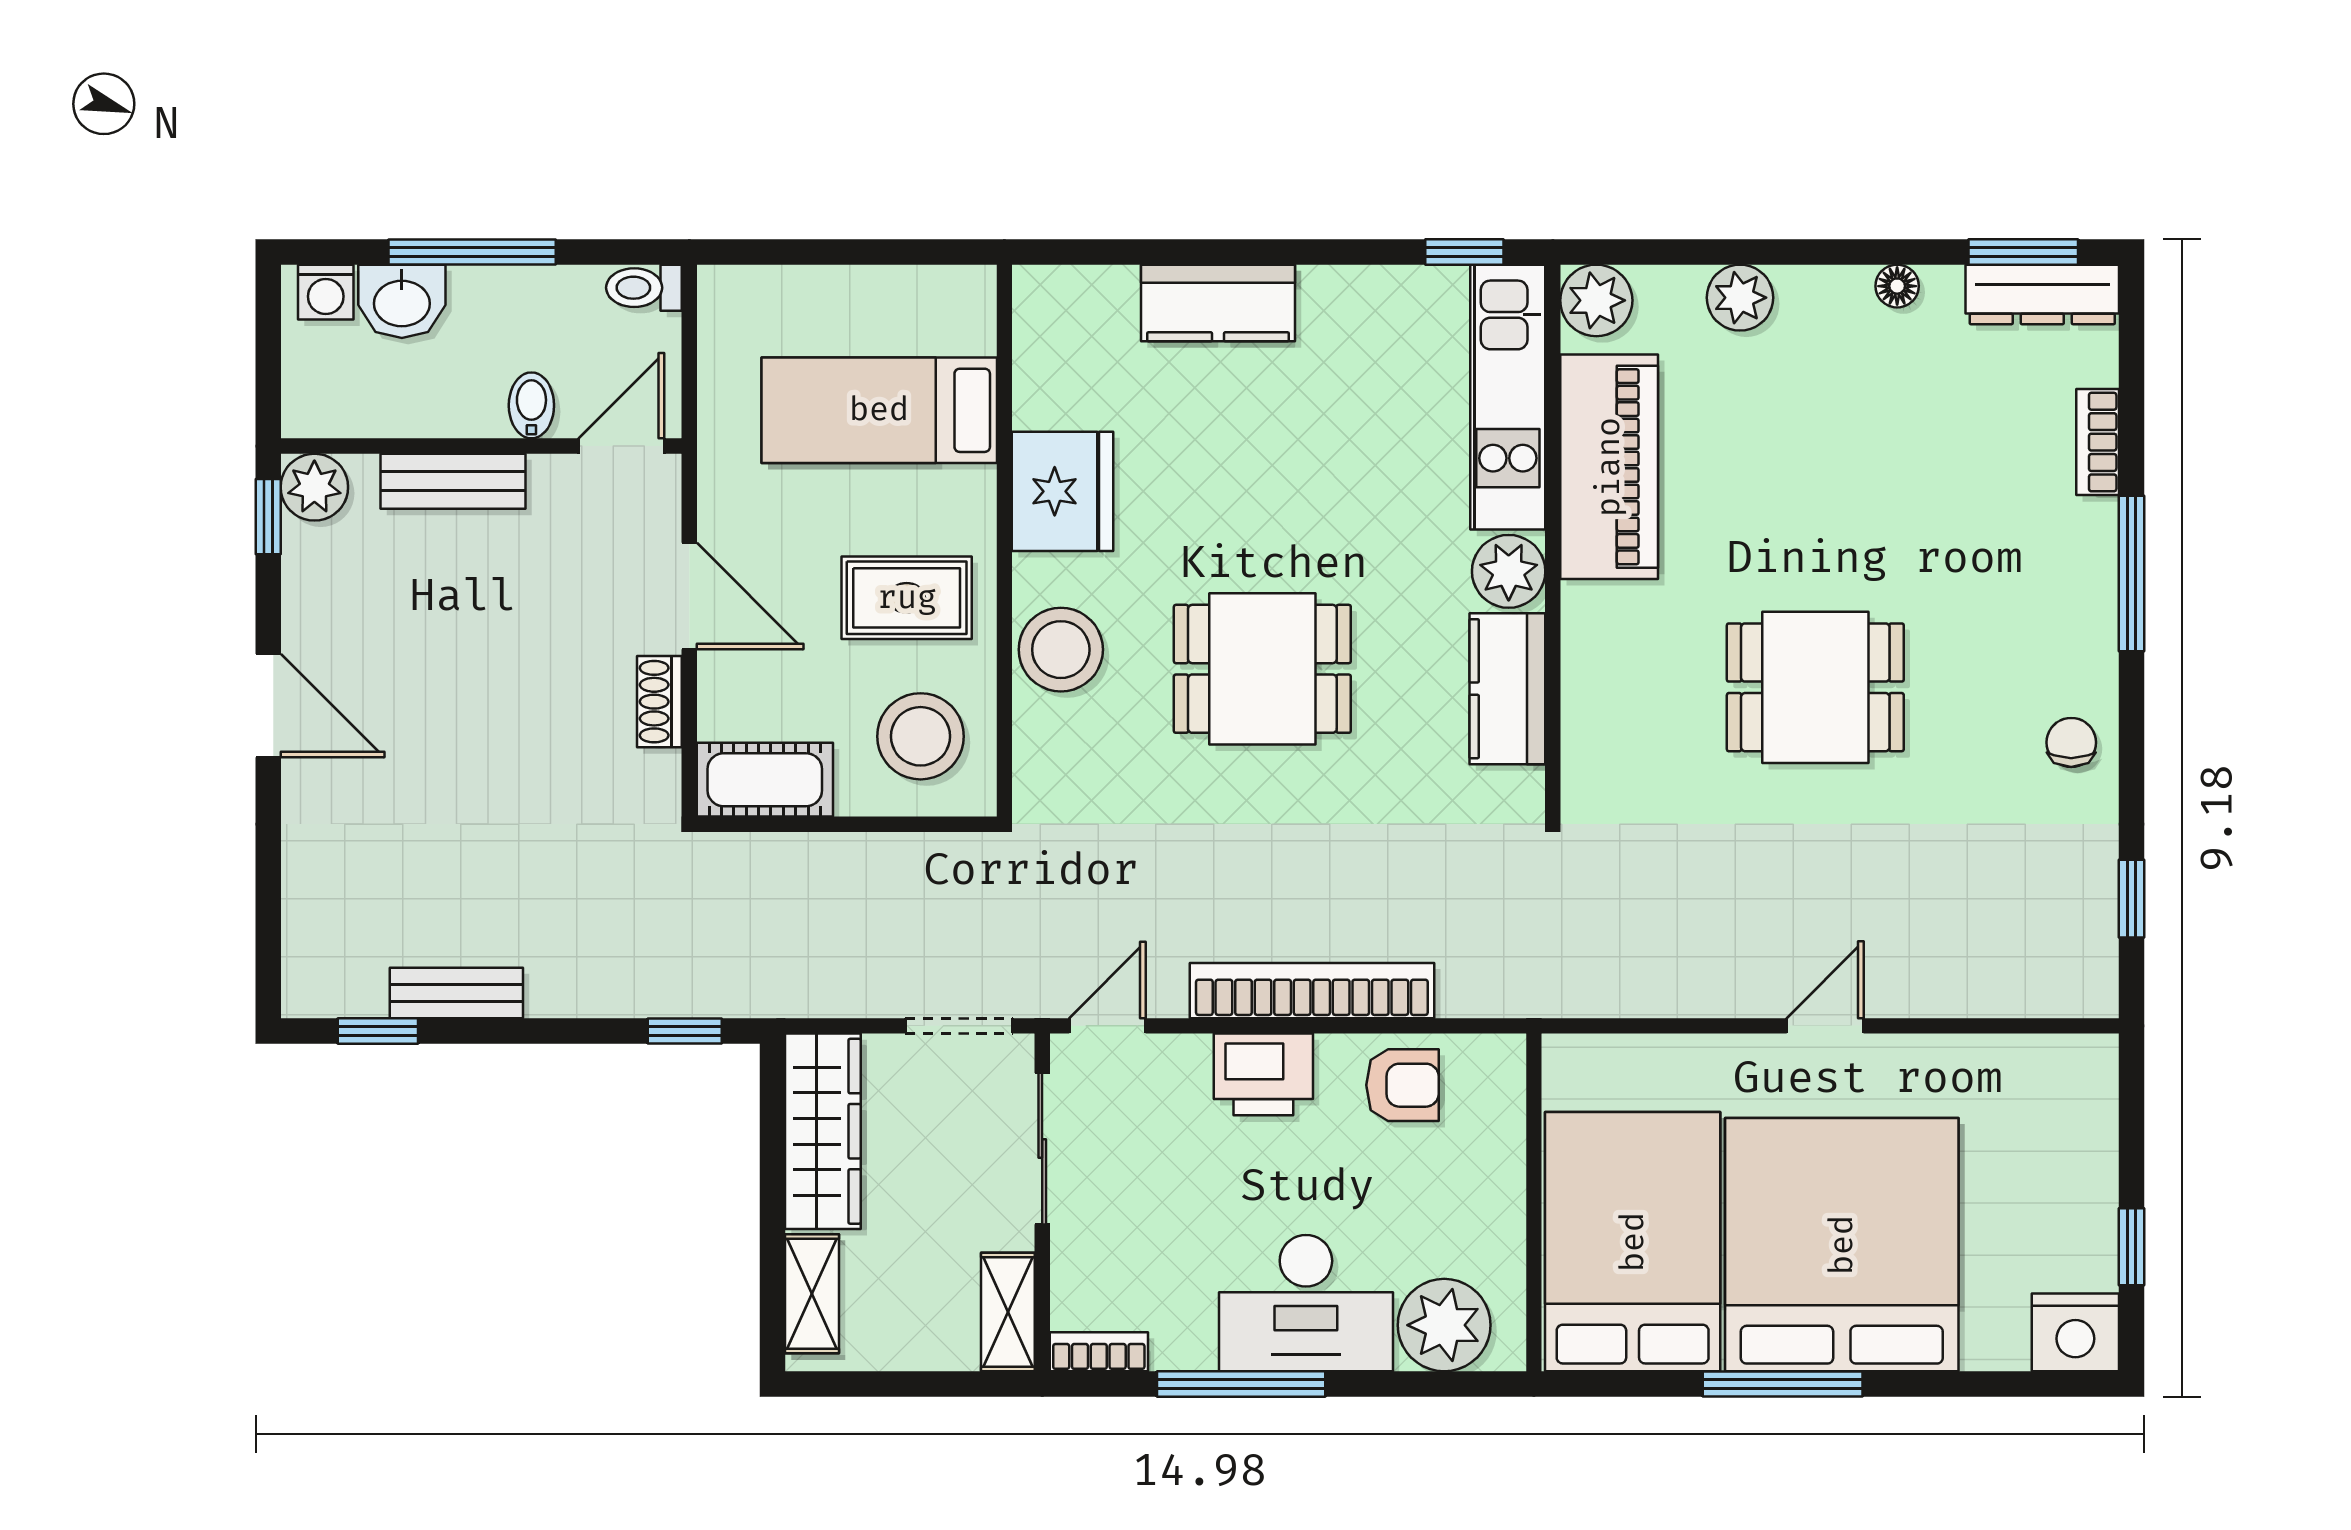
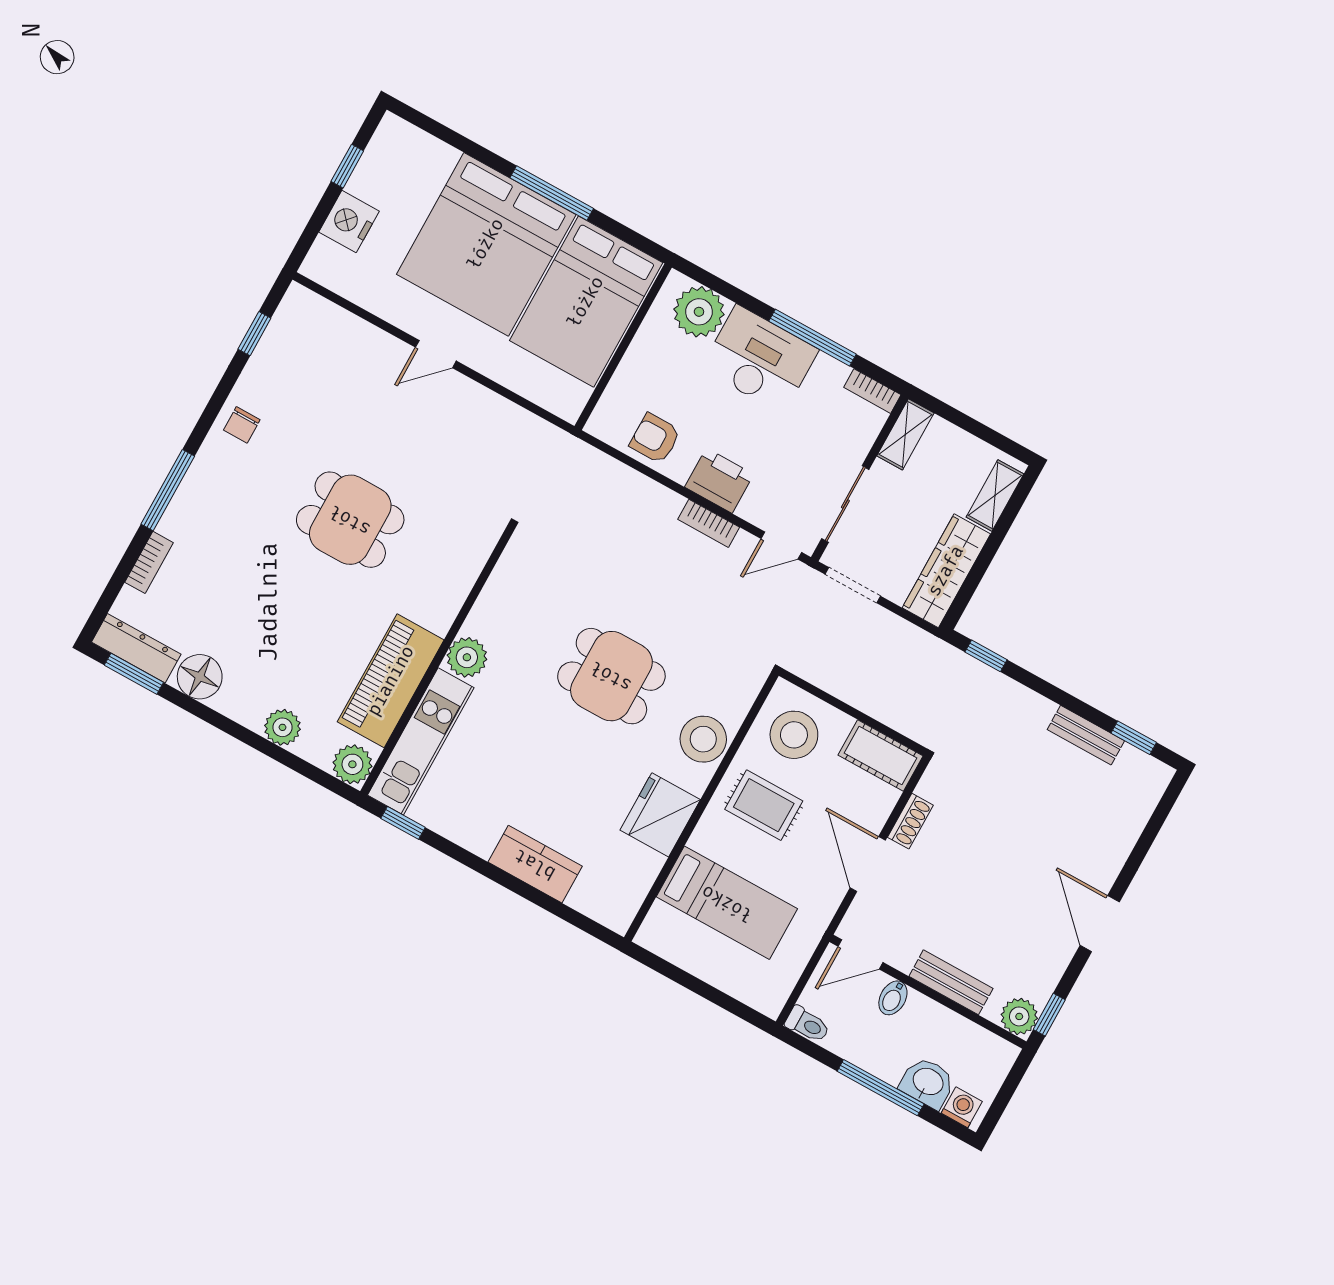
floor lamp: (1897, 286) -> (200, 677), width x1.89, depth x1.89
kitchen counter: (1507, 689) -> (499, 601), removed
bookcase: (1312, 991) -> (709, 523), width x0.43, depth x0.76
nightstand: (2075, 1332) -> (349, 222), moved, turned -90

